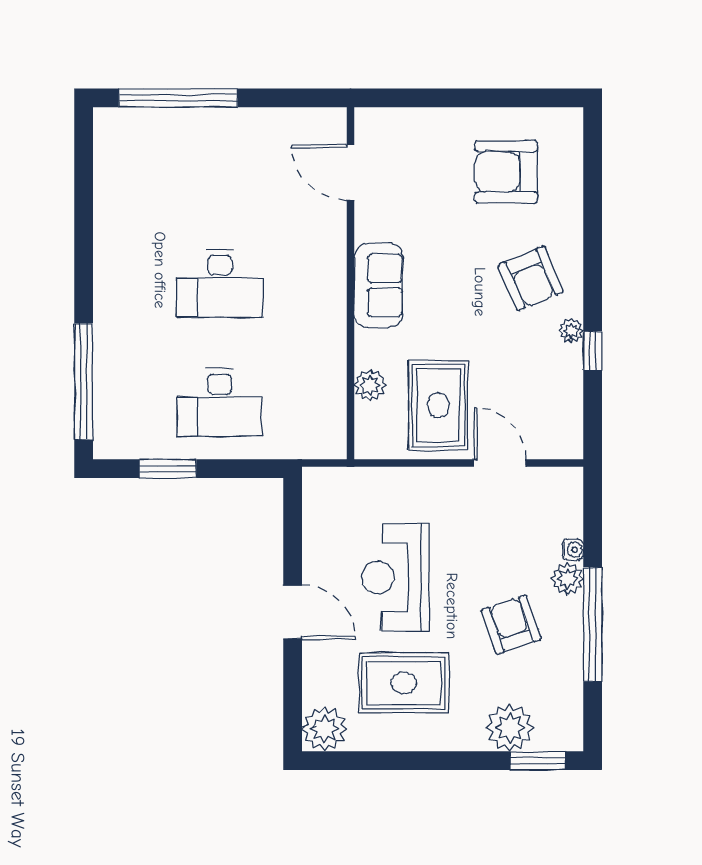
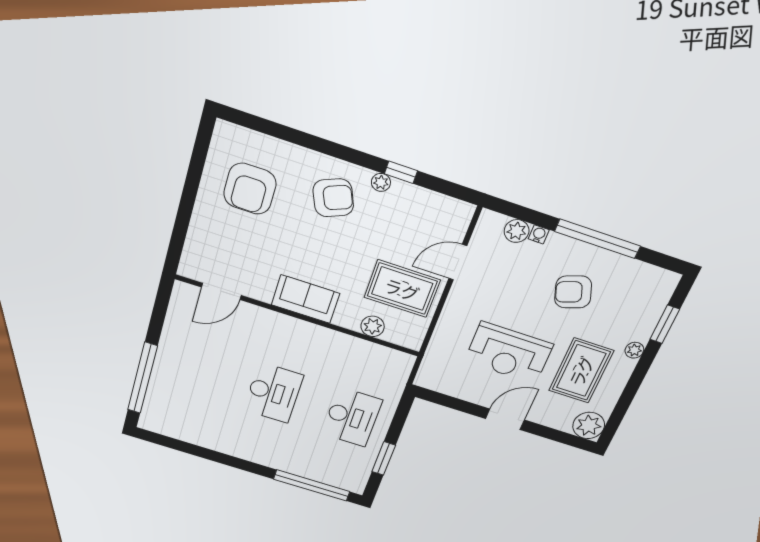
plant: (567, 579) -> (517, 231), moved
plant: (510, 728) -> (634, 350), moved, width x0.53, depth x0.53
window: (538, 761) -> (665, 324), moved

